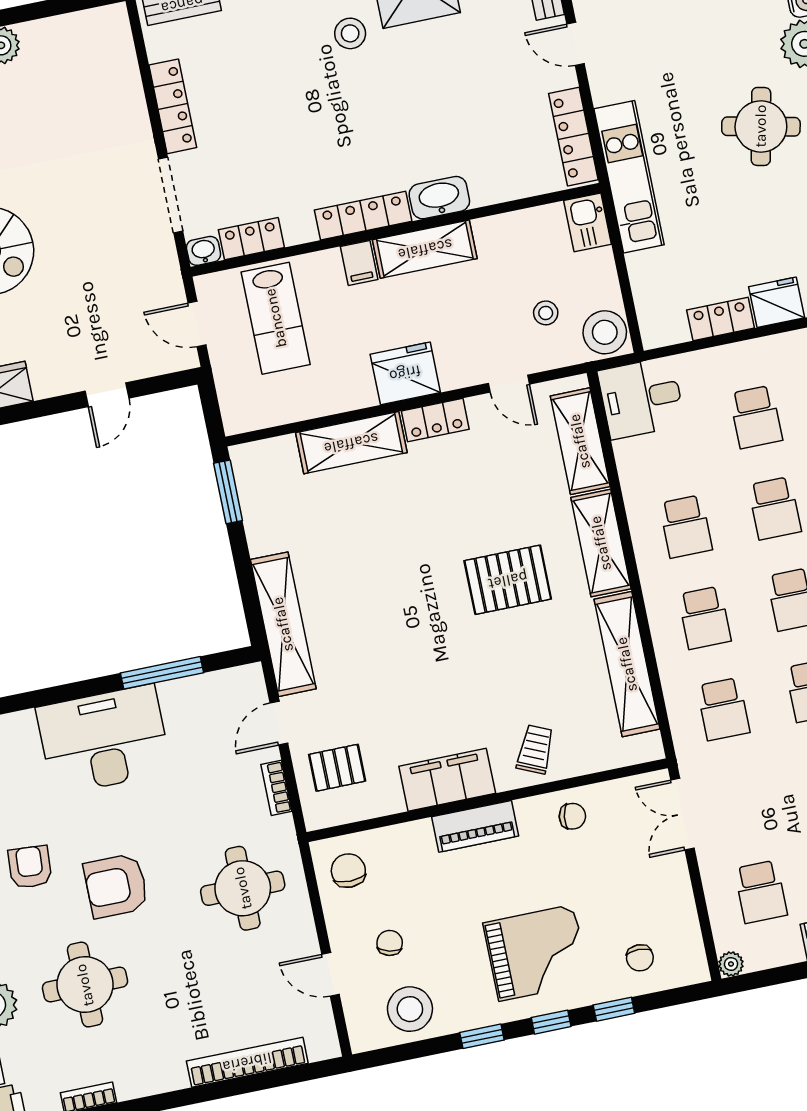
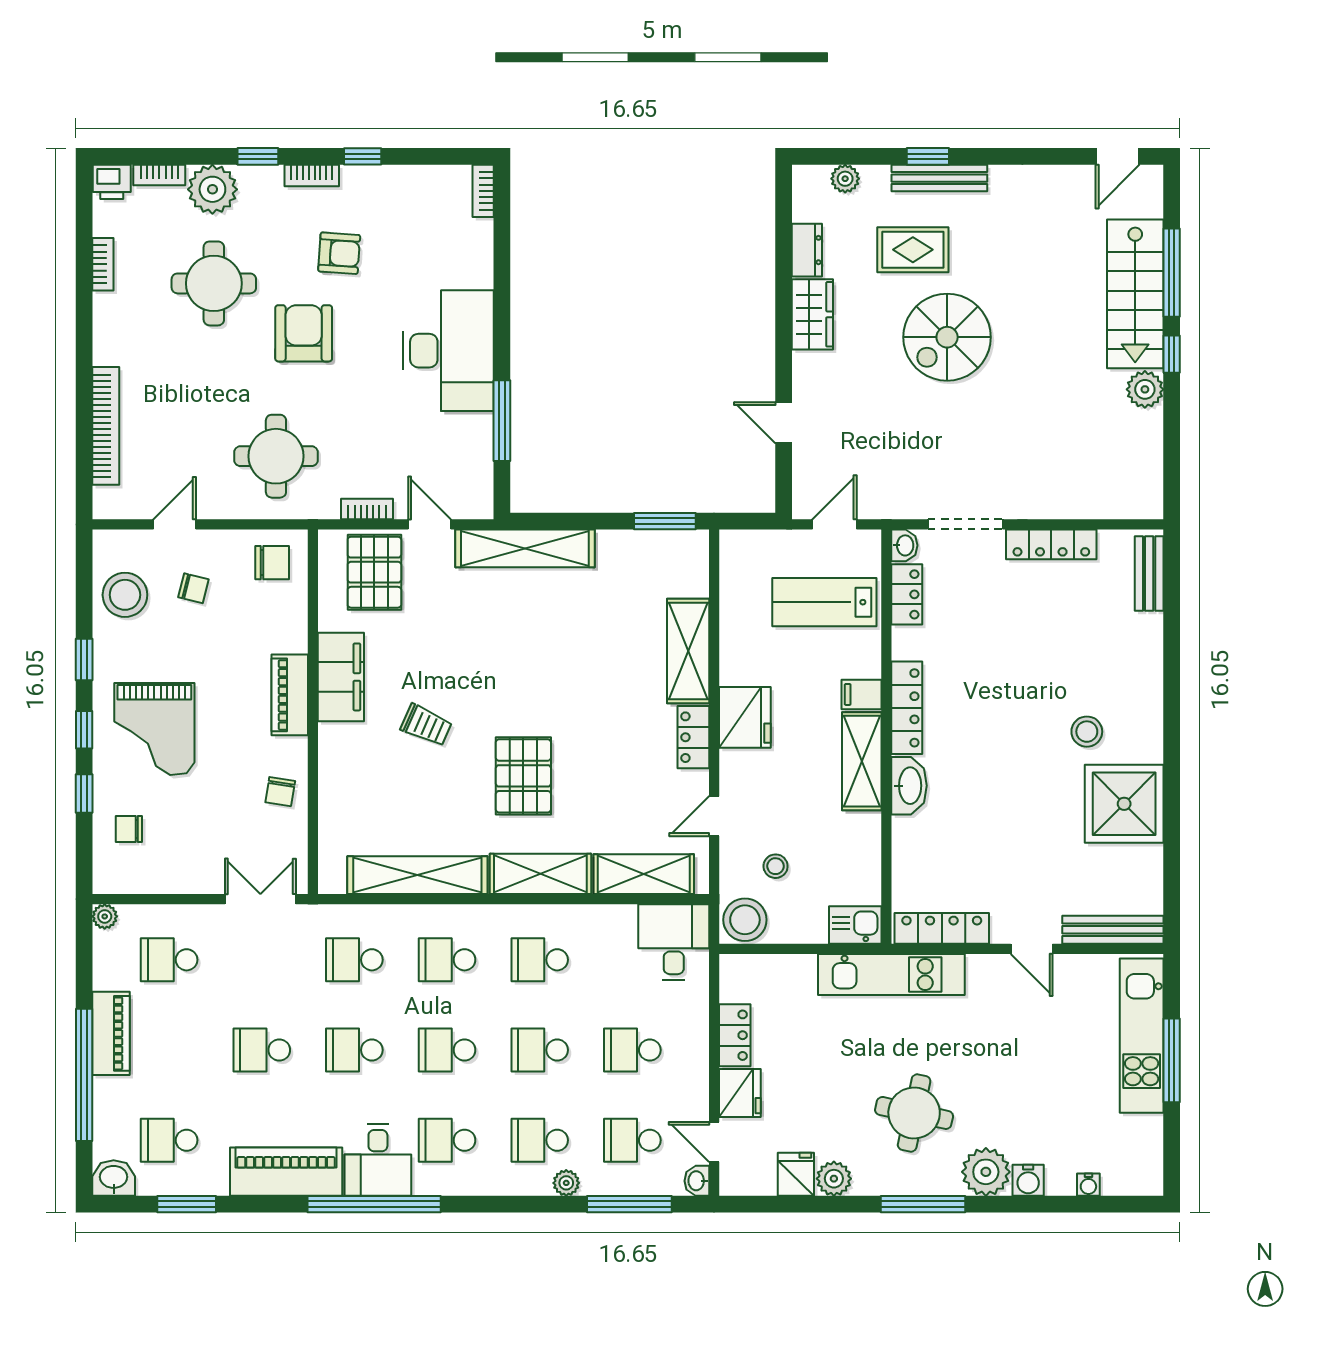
door: (575, 44) -> (1032, 949), swing flipped
trolley: (535, 749) -> (426, 725), moved
pallet: (337, 768) -> (374, 572), width x1.50, depth x1.42

